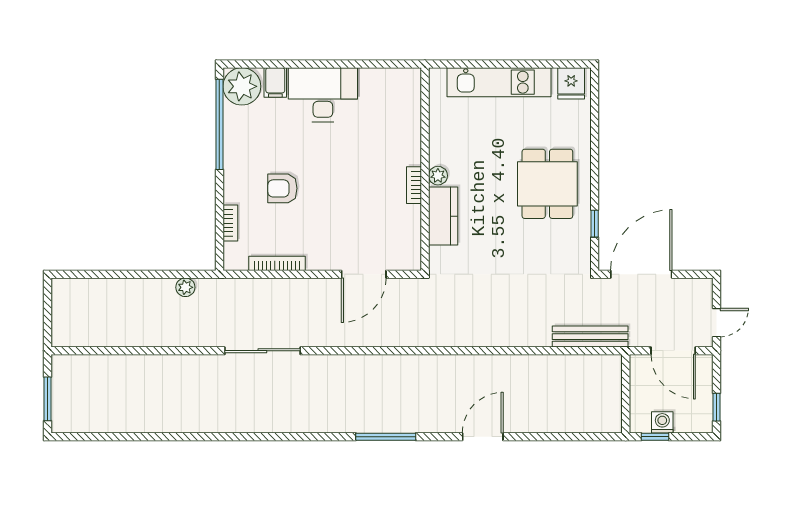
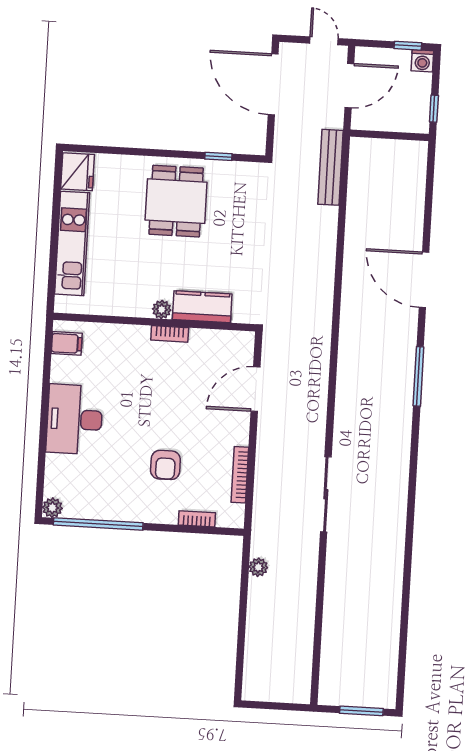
filing cabinet: (275, 82) -> (67, 343), moved
fridge: (571, 83) -> (78, 172), width x1.38
plant: (242, 86) -> (52, 508), width x0.53, depth x0.53
dining table: (547, 184) -> (176, 201), turned 90
door: (364, 274) -> (256, 389), swing flipped
door: (641, 274) -> (273, 84), moved
washing machine: (662, 422) -> (422, 61), moved, turned -90
door: (483, 437) -> (424, 280), width x1.36

